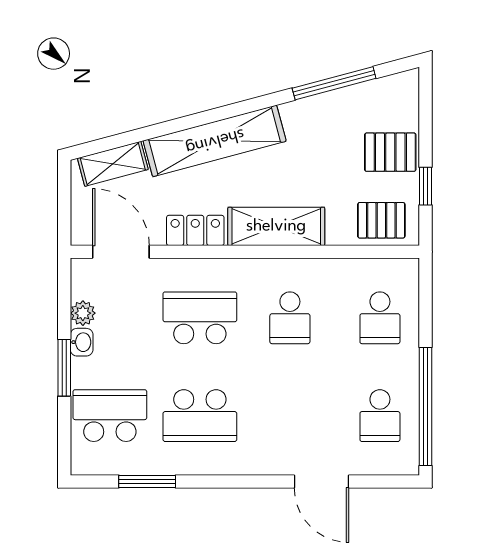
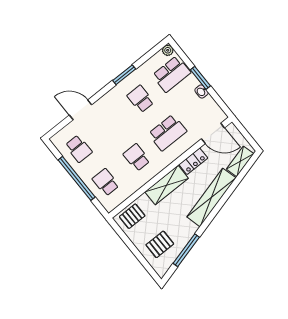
pallet: (390, 152) -> (160, 244), moved
window: (426, 186) -> (126, 240), removed
plant: (83, 313) -> (168, 50), moved
window: (426, 407) -> (77, 178), moved
school desk: (200, 416) -> (141, 99), width x0.54
school desk: (380, 416) -> (79, 149), turned 180
window: (147, 482) -> (124, 75), moved

